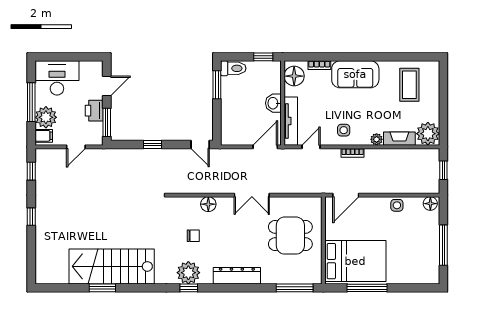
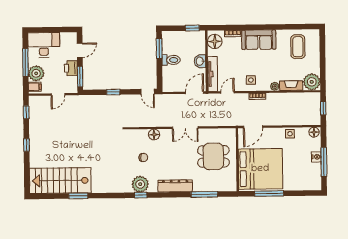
toilet: (233, 68) -> (171, 60), moved
nightstand: (433, 238) -> (316, 157), added
bed: (355, 261) -> (260, 169), width x1.36
stairs: (112, 266) -> (60, 181), moved
window: (295, 288) -> (204, 194), moved

